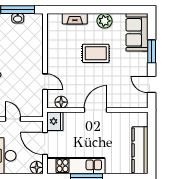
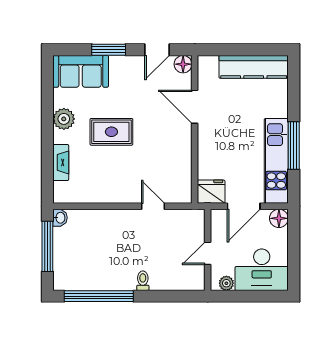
washbasin: (18, 18) -> (60, 218), moved
rug: (96, 53) -> (111, 132), turned 90
door: (45, 82) -> (153, 206), hinge flipped
floor lamp: (61, 102) -> (183, 64), moved
door: (96, 110) -> (195, 107), moved

